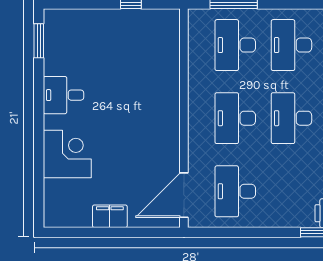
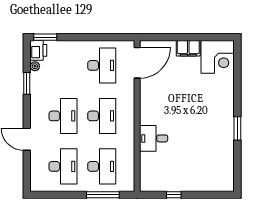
window: (39, 41) -> (237, 128), moved
desk: (63, 95) -> (154, 138), moved, turned 180
corner desk: (67, 154) -> (218, 57), moved, turned -90

